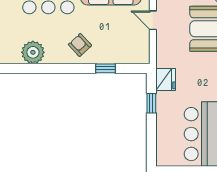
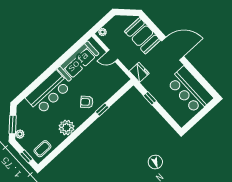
window: (105, 68) -> (102, 110), moved
fridge: (166, 80) -> (139, 72), moved

